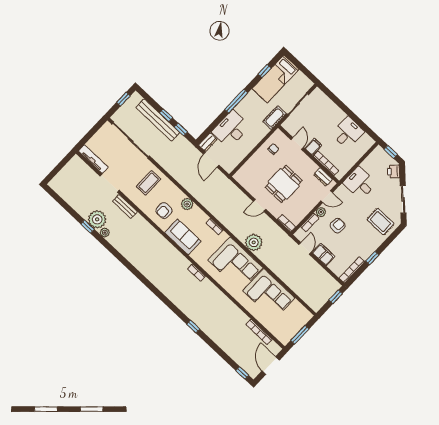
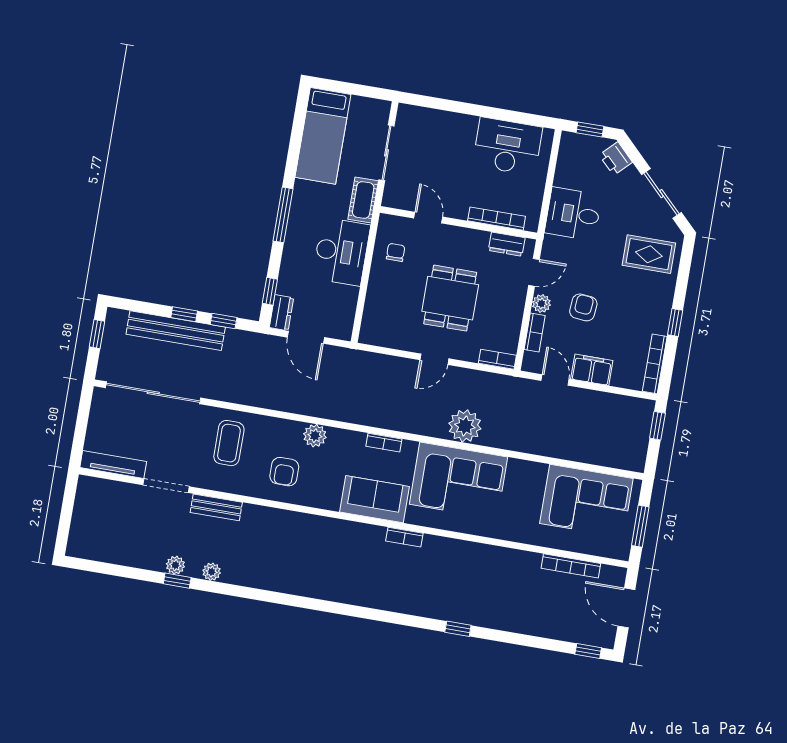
window: (265, 71) -> (270, 291), moved
desk: (231, 129) -> (341, 252), moved, turned 180
desk: (348, 133) -> (507, 146), width x1.37
filing cabinet: (313, 147) -> (458, 205), removed
plant: (97, 219) -> (175, 565), width x0.53, depth x0.53
sofa: (183, 237) -> (375, 499), moved
corner sofa: (269, 294) -> (586, 501), moved

